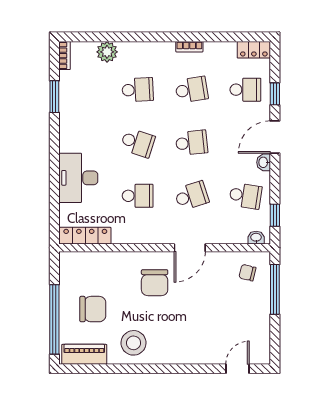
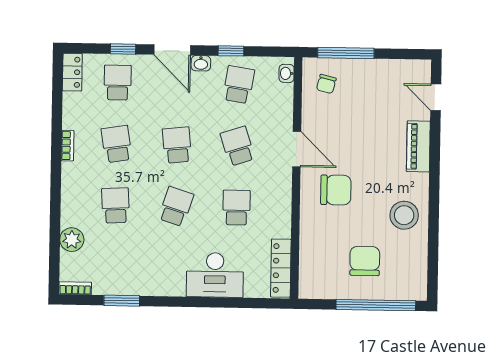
window: (275, 215) -> (231, 51), moved
piano: (84, 354) -> (418, 146), moved

